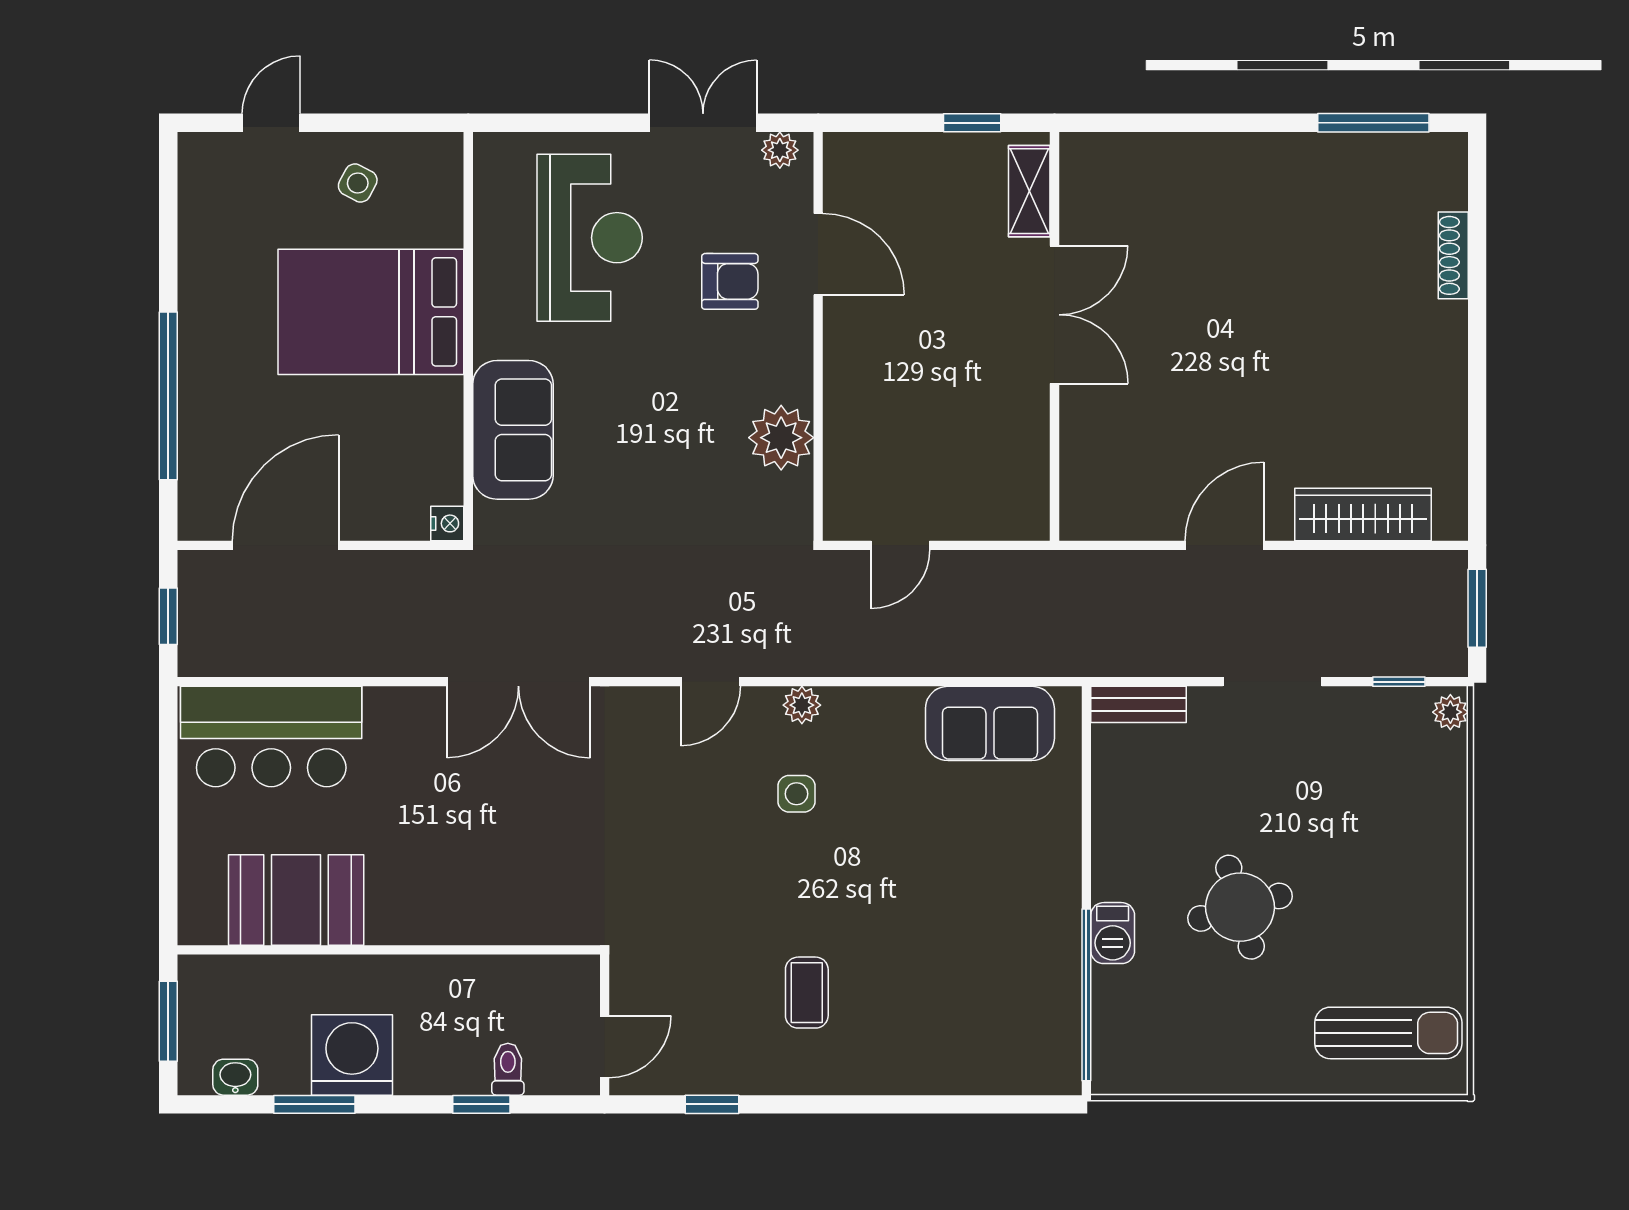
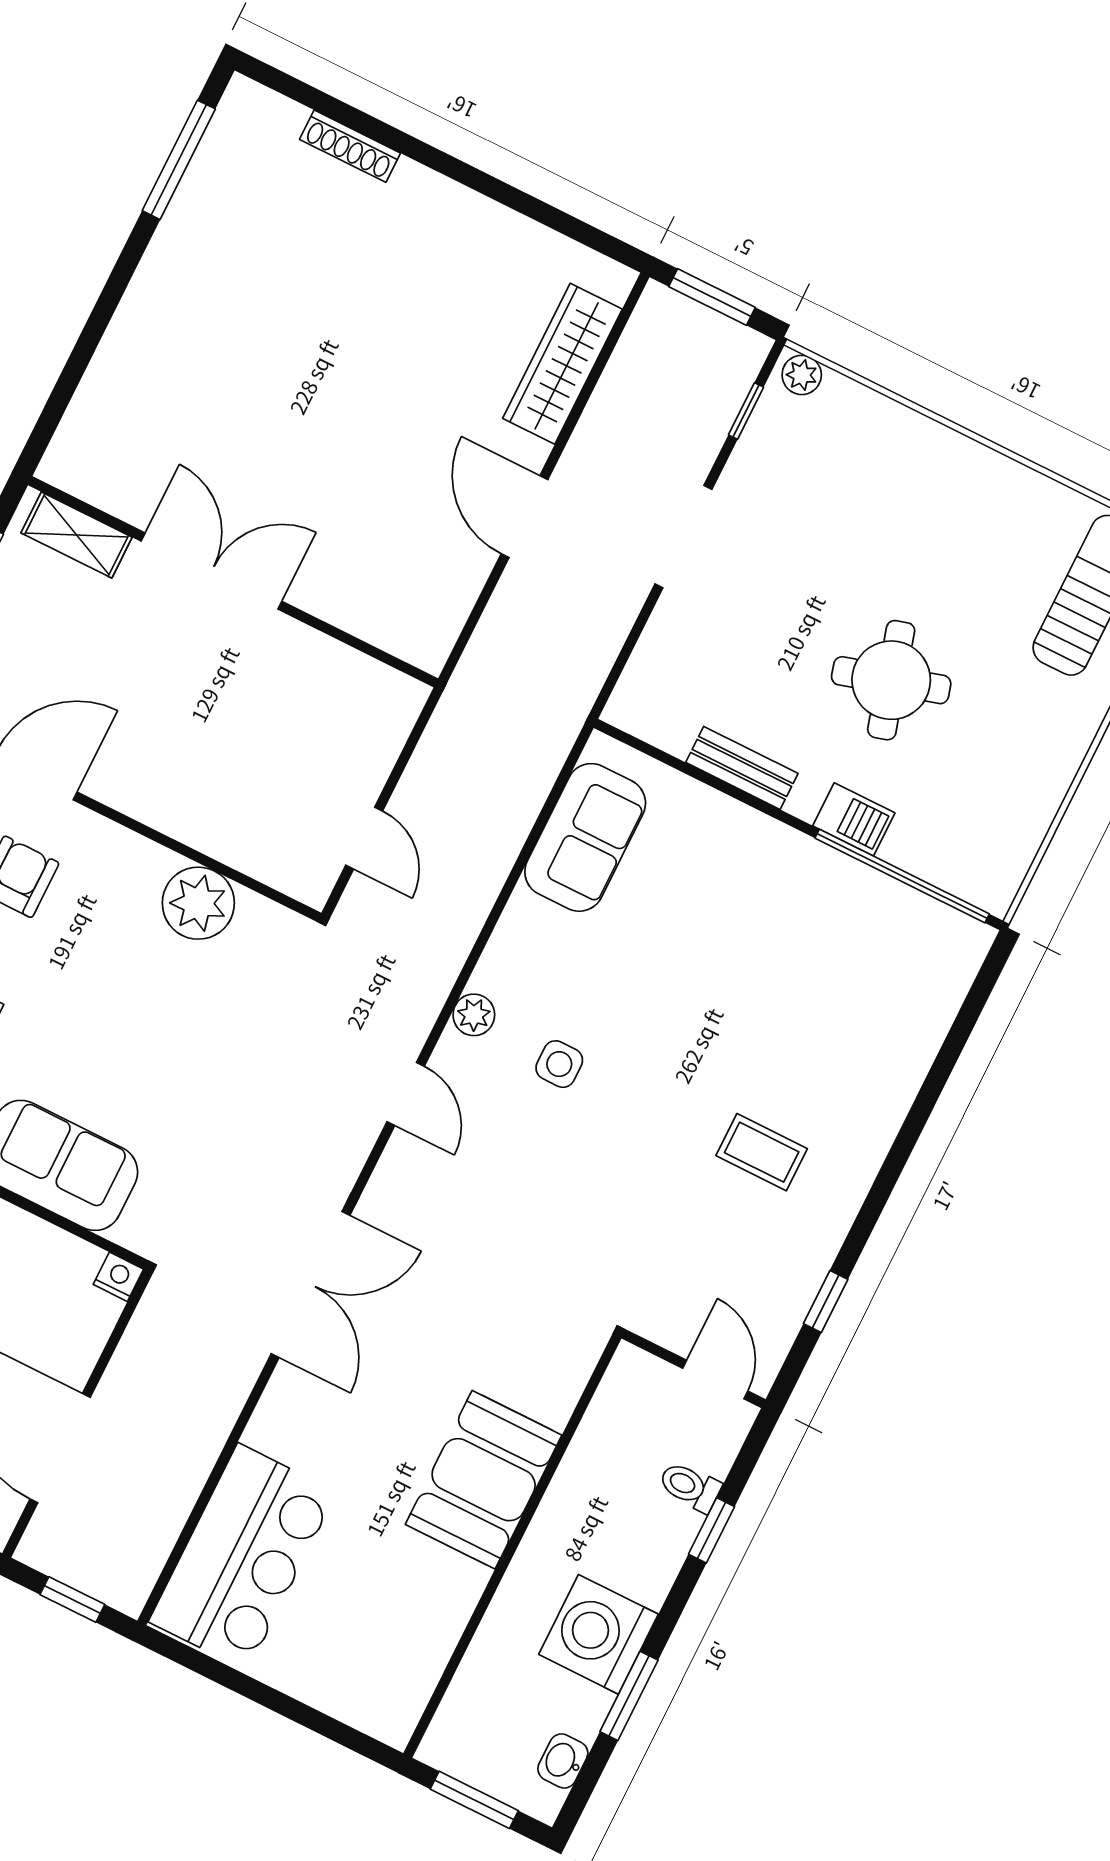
bench: (1138, 704) -> (742, 768), moved, turned 90
booth: (296, 900) -> (484, 1480), moved

